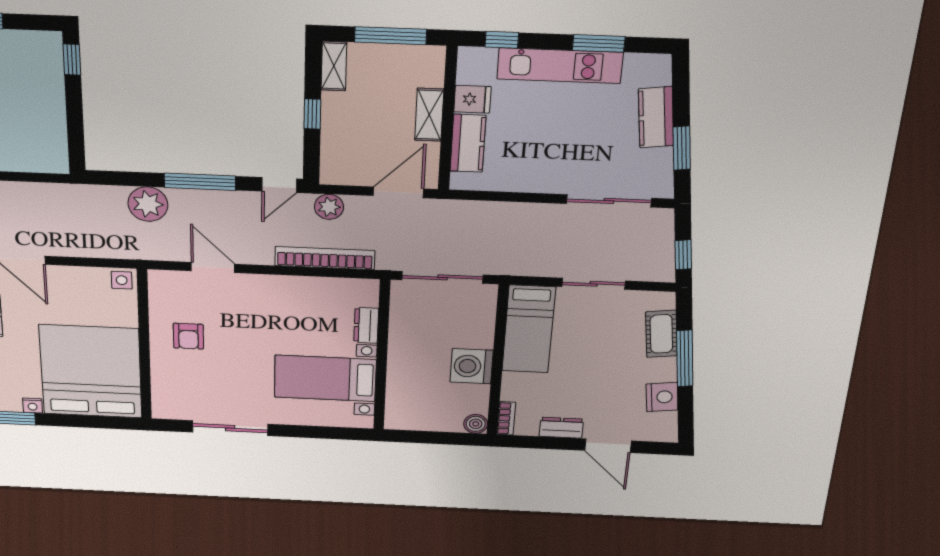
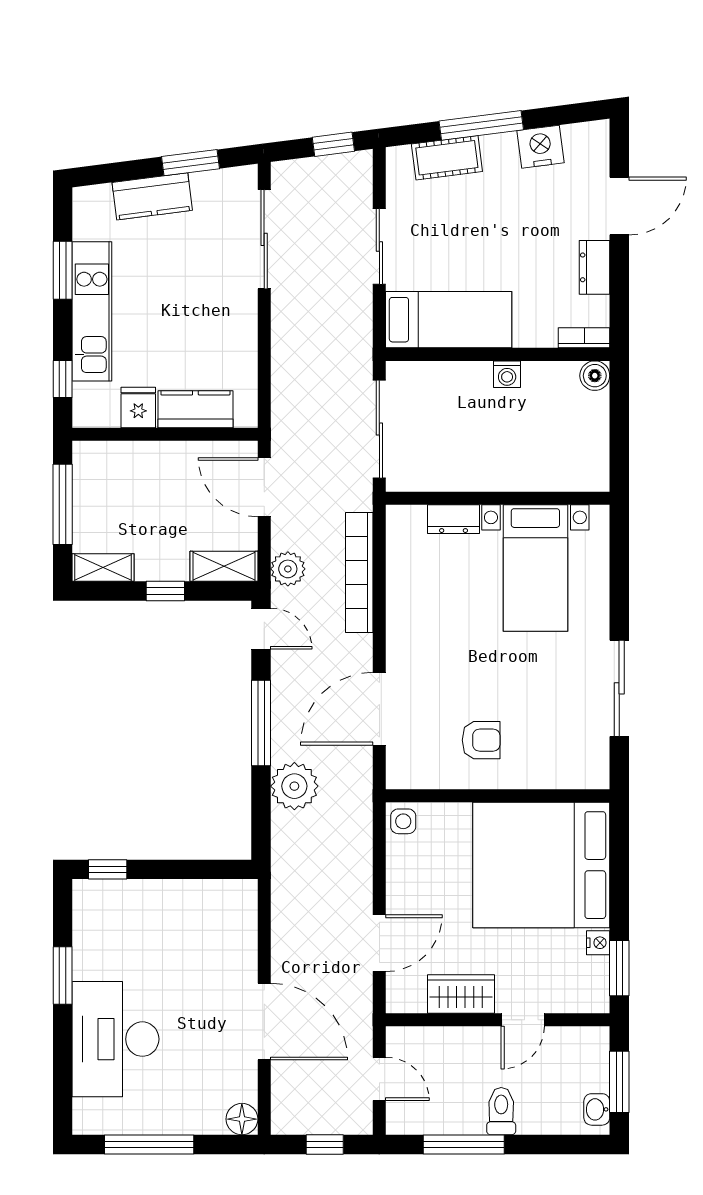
shelving: (429, 115) -> (224, 566), moved
door: (213, 267) -> (379, 709), width x1.36
washing machine: (472, 366) -> (507, 374), width x0.53, depth x0.53

